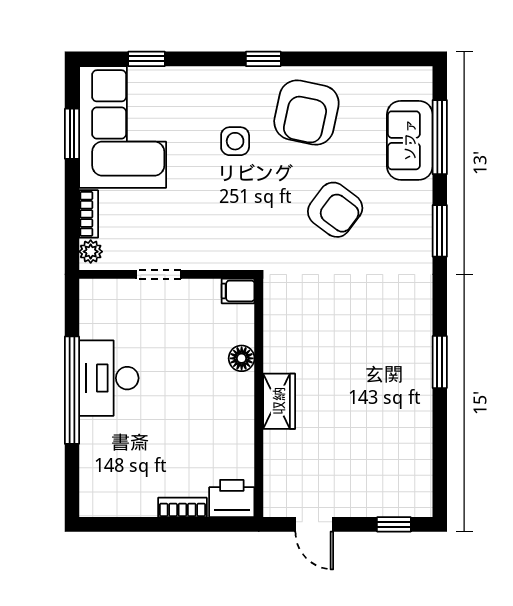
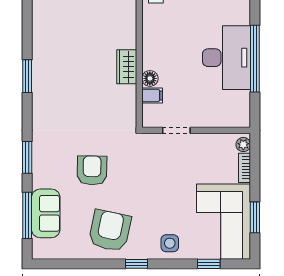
side table: (235, 141) -> (170, 243), moved
armchair: (335, 210) -> (92, 170), turned 54
doorway: (158, 274) -> (176, 130), moved
filing cabinet: (238, 291) -> (152, 95), moved
desk: (109, 378) -> (227, 58), width x1.36, depth x1.30
wardrobe: (279, 401) -> (127, 67), moved

